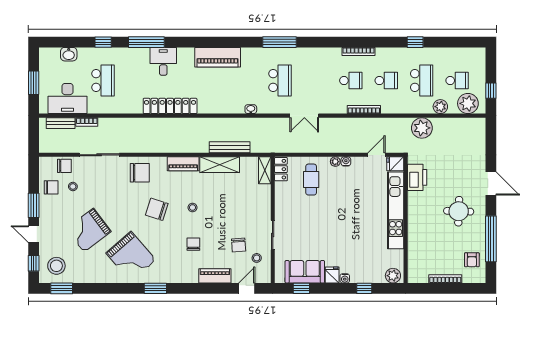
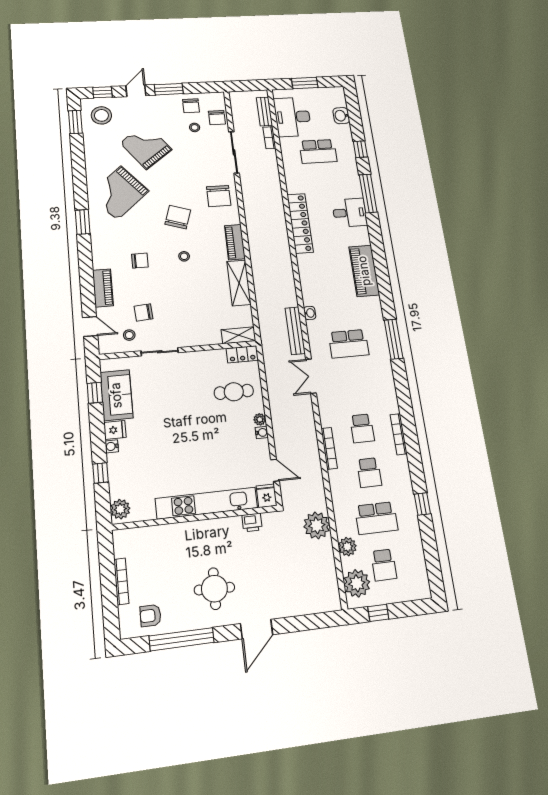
bench: (230, 147) -> (295, 331), moved
printer: (417, 177) -> (252, 522), width x0.53, depth x0.68

